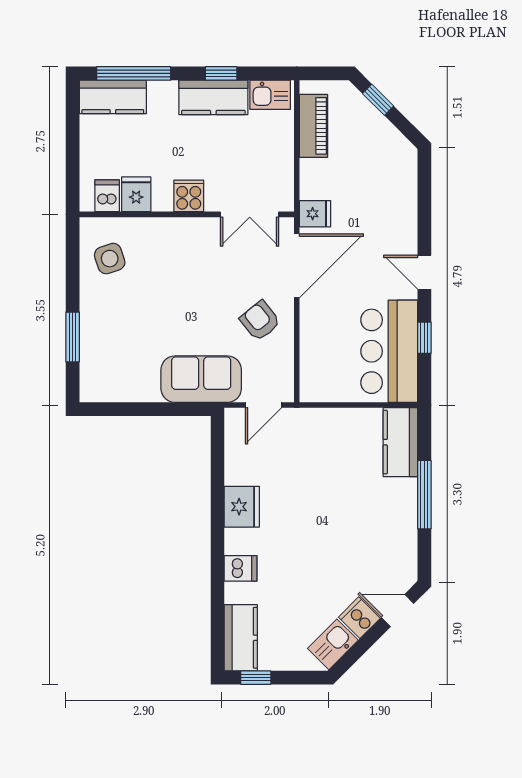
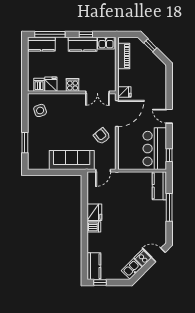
window: (424, 338) -> (169, 155), moved
sofa: (201, 379) -> (72, 160), width x1.36
dishwasher: (241, 568) -> (94, 227), moved

